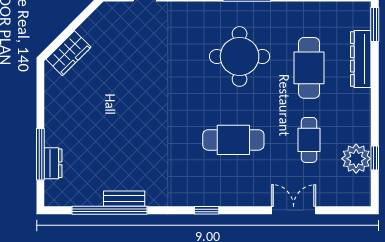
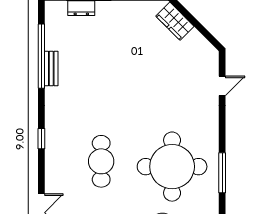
round table: (240, 56) -> (172, 167), width x1.36, depth x1.36

